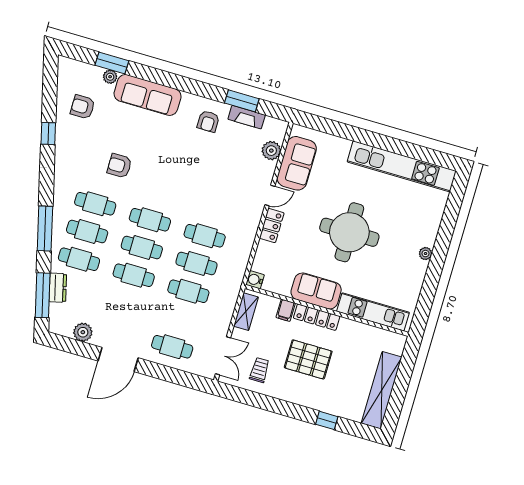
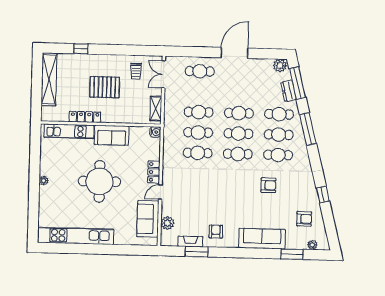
plant: (110, 77) -> (312, 245), moved
filing cabinet: (286, 310) -> (129, 117), removed
locker: (317, 317) -> (85, 117), moved
plant: (83, 332) -> (280, 66), moved

